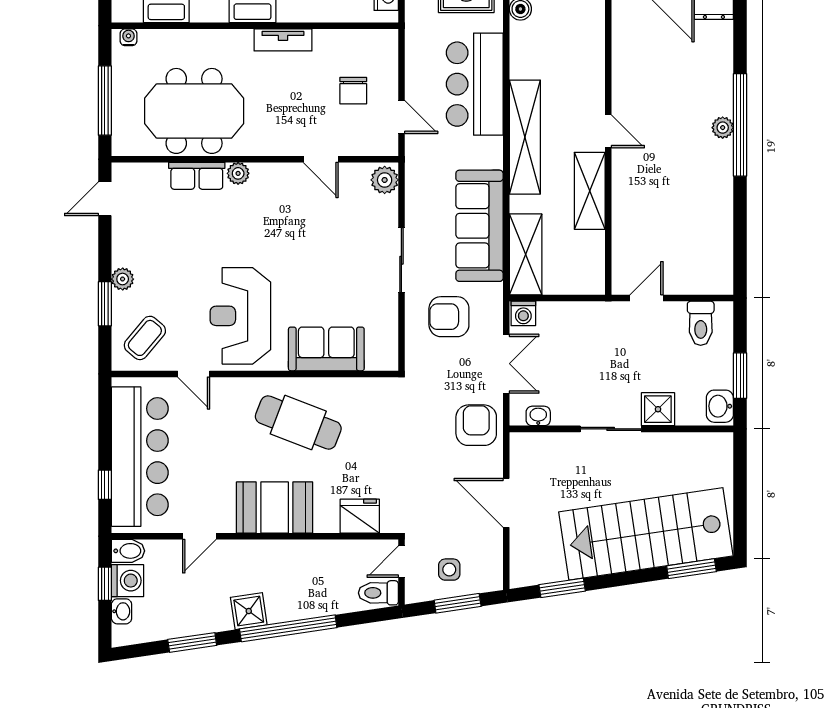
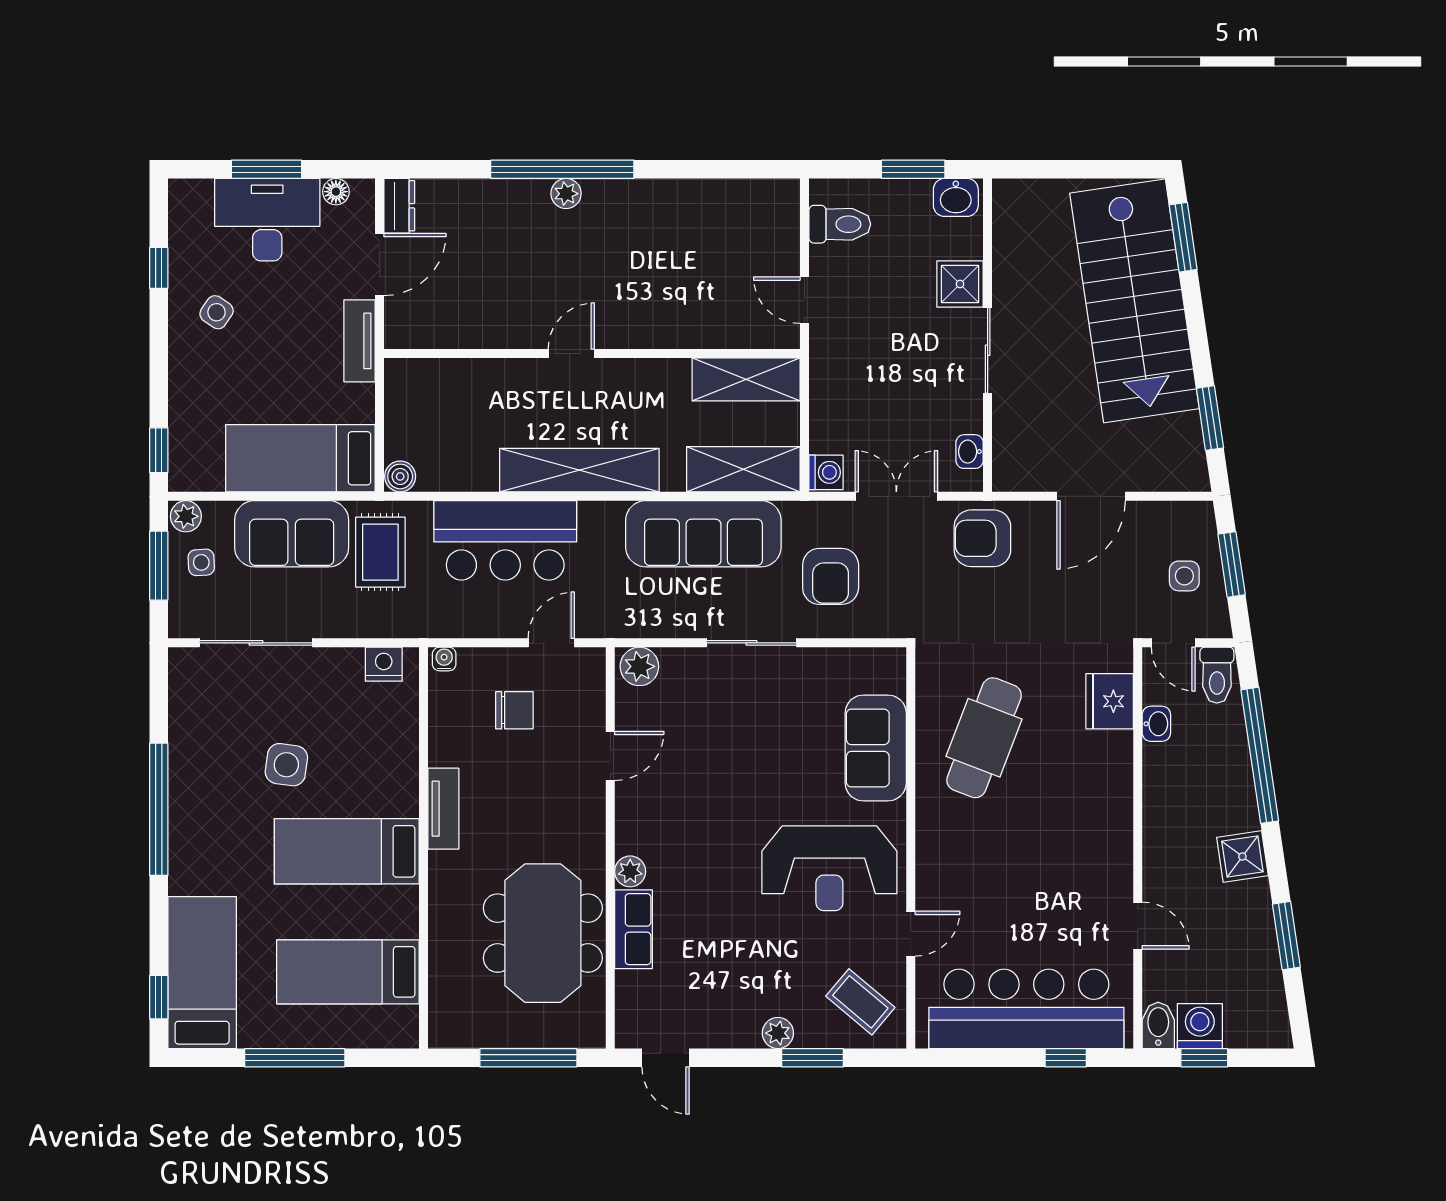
water cooler: (128, 37) -> (444, 659), moved, turned 90
shelving: (590, 191) -> (746, 379), moved
cafe table: (298, 423) -> (984, 738), moved
booth: (275, 507) -> (1098, 820), removed
washbasin: (122, 611) -> (1156, 724), moved, turned 90
window: (288, 628) -> (1260, 755), moved

